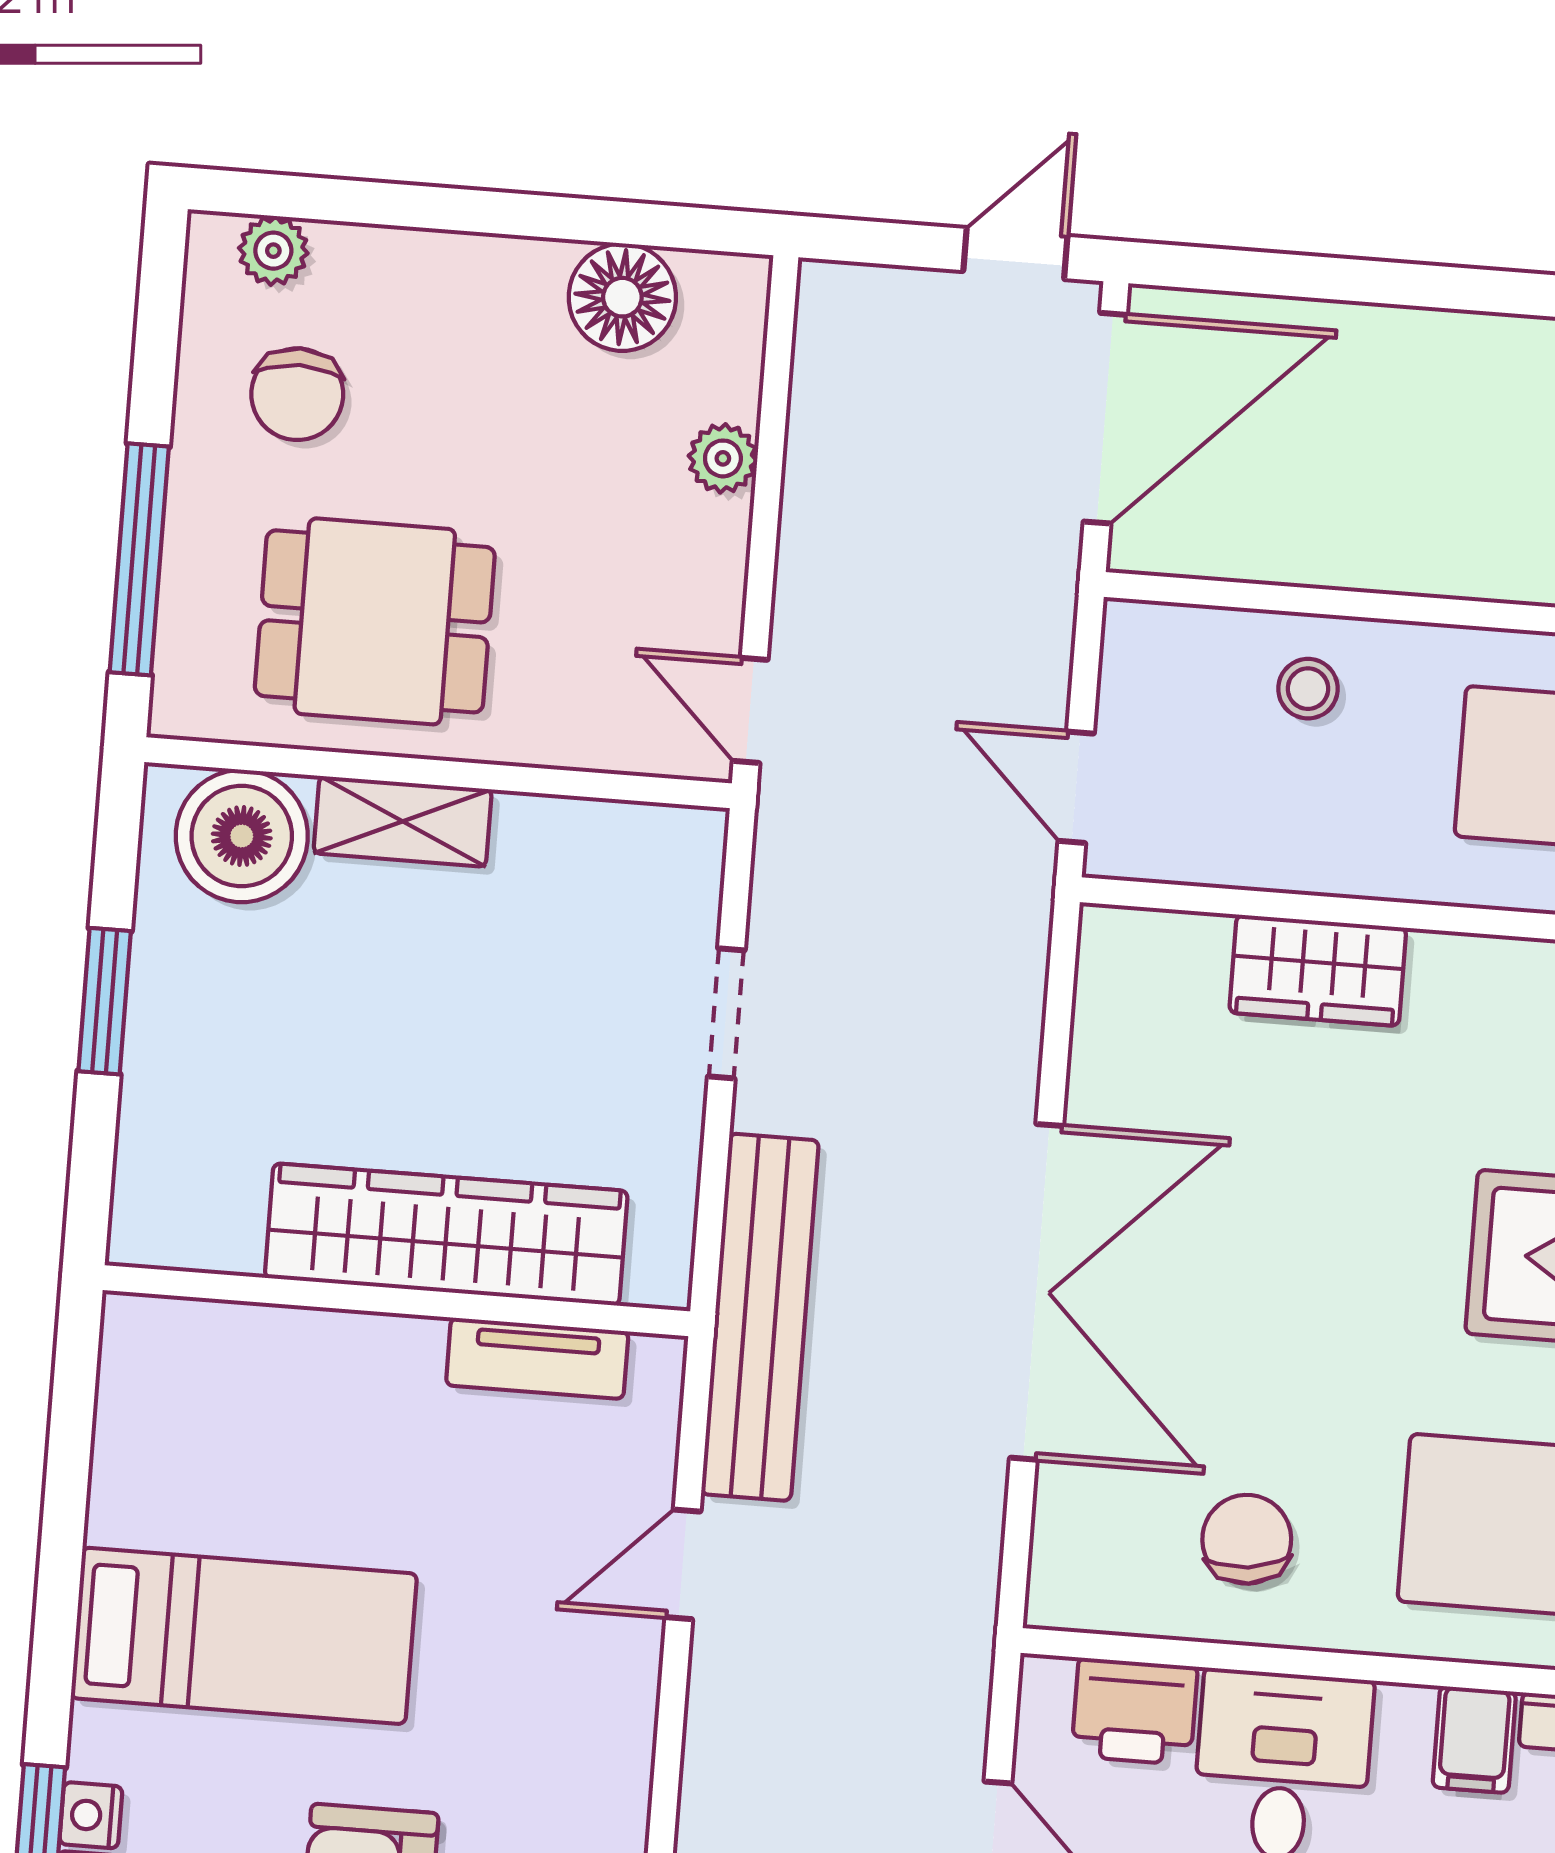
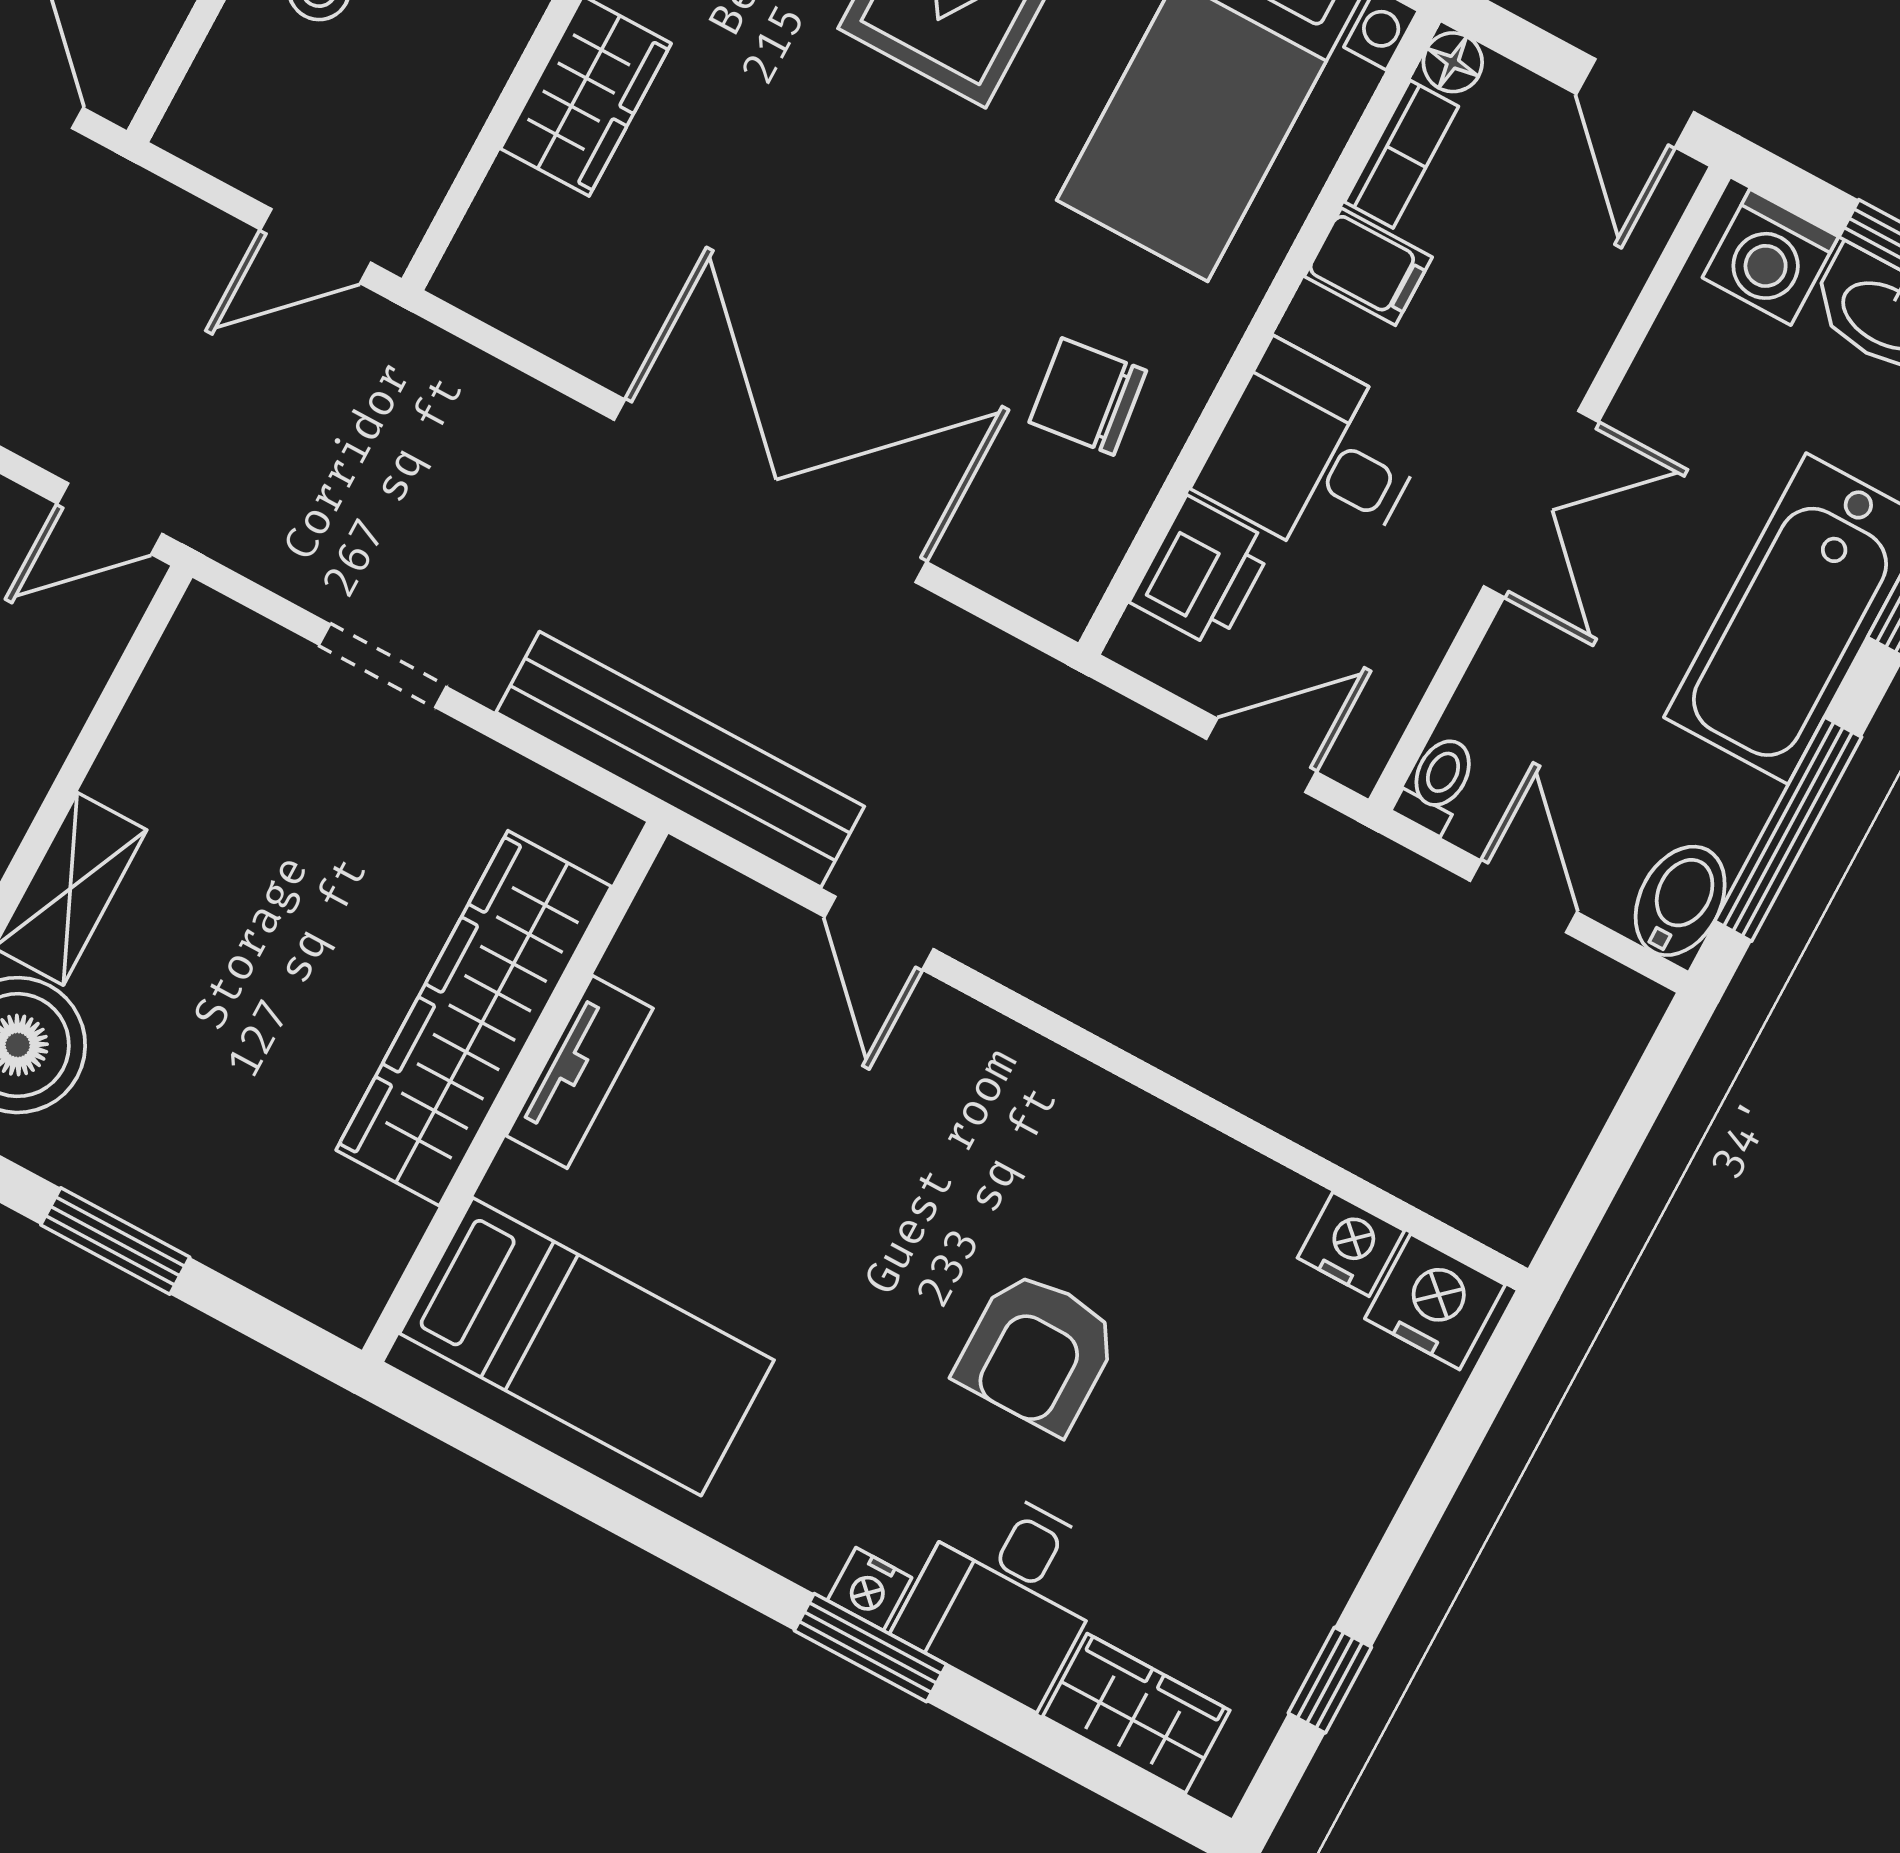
tv unit: (537, 1358) -> (580, 1072), moved
bed: (244, 1636) -> (587, 1347), moved, turned 90

